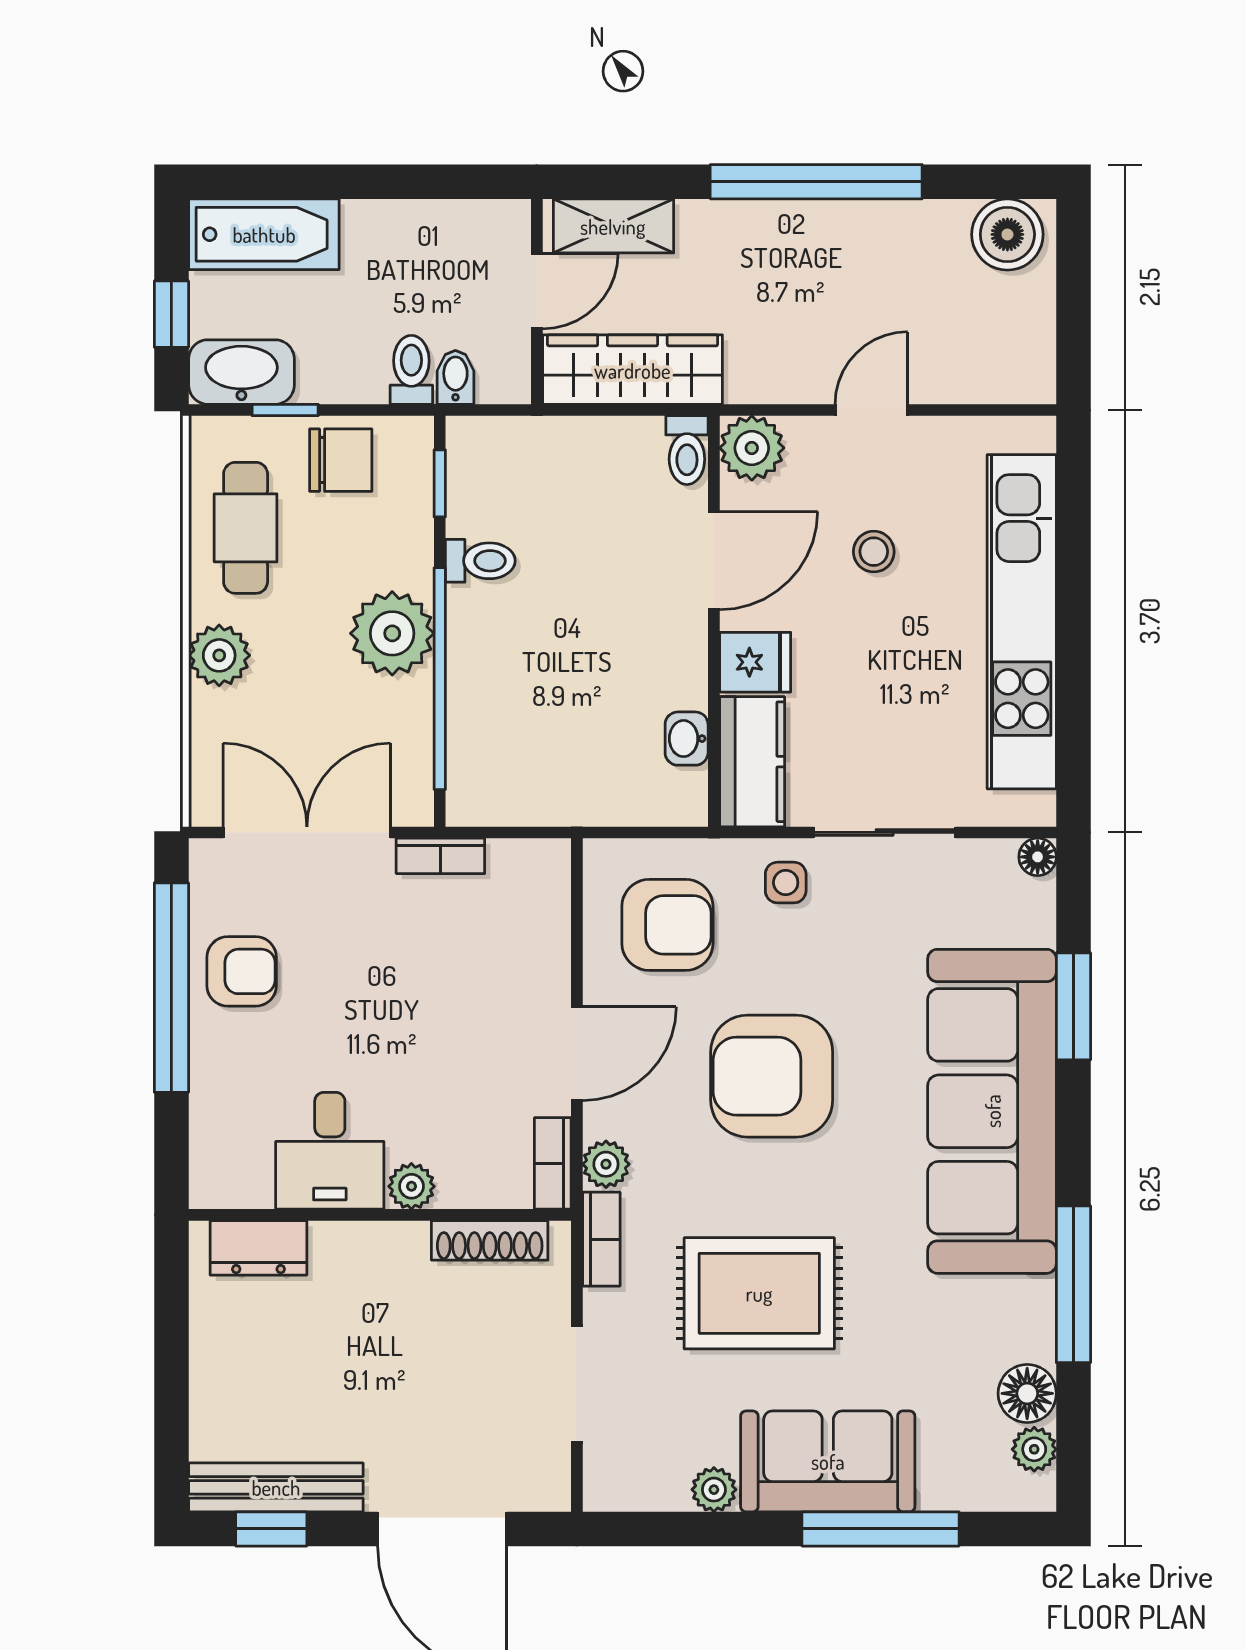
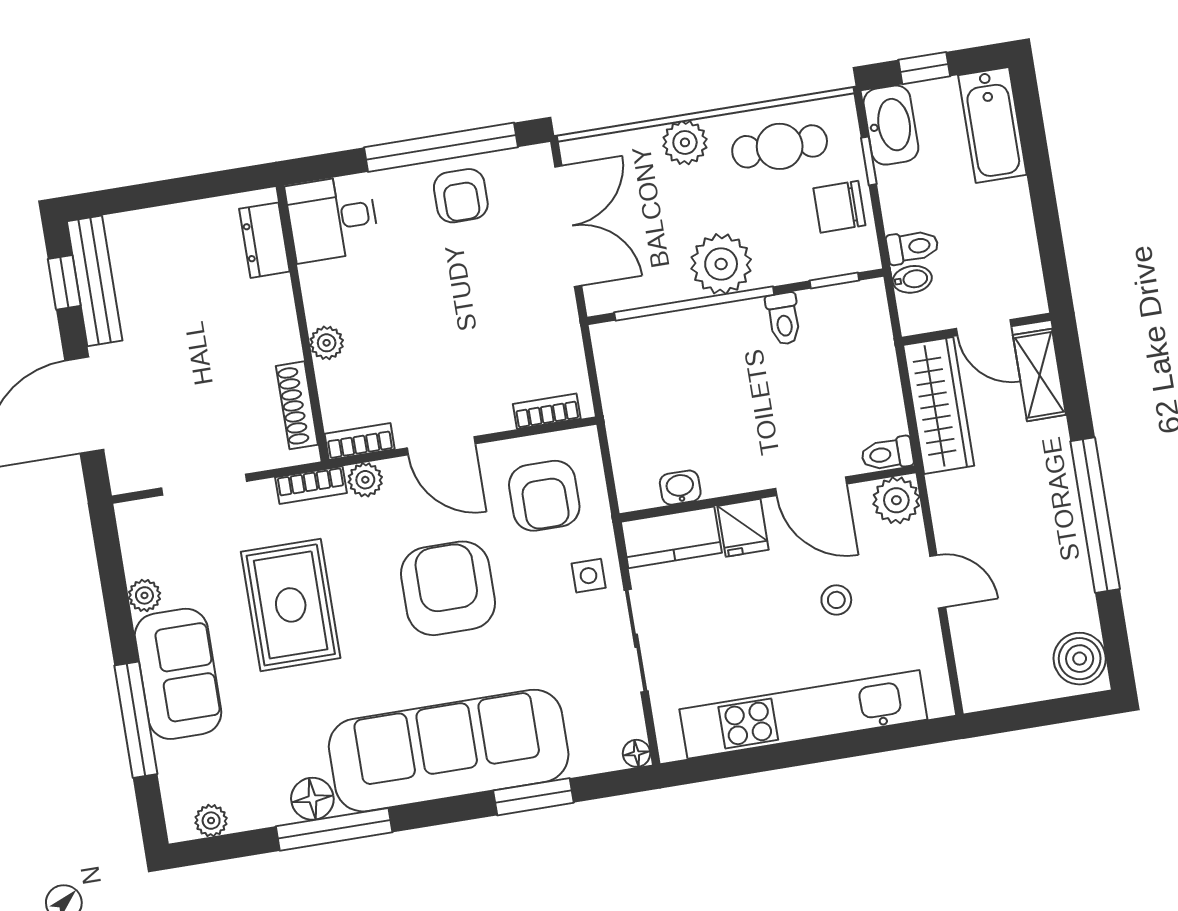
chair: (341, 460) -> (839, 207), turned 90
bookcase: (440, 856) -> (547, 411), moved, turned 90
desk: (330, 1151) -> (332, 218), moved
floor lamp: (1027, 1393) -> (312, 799), moved

